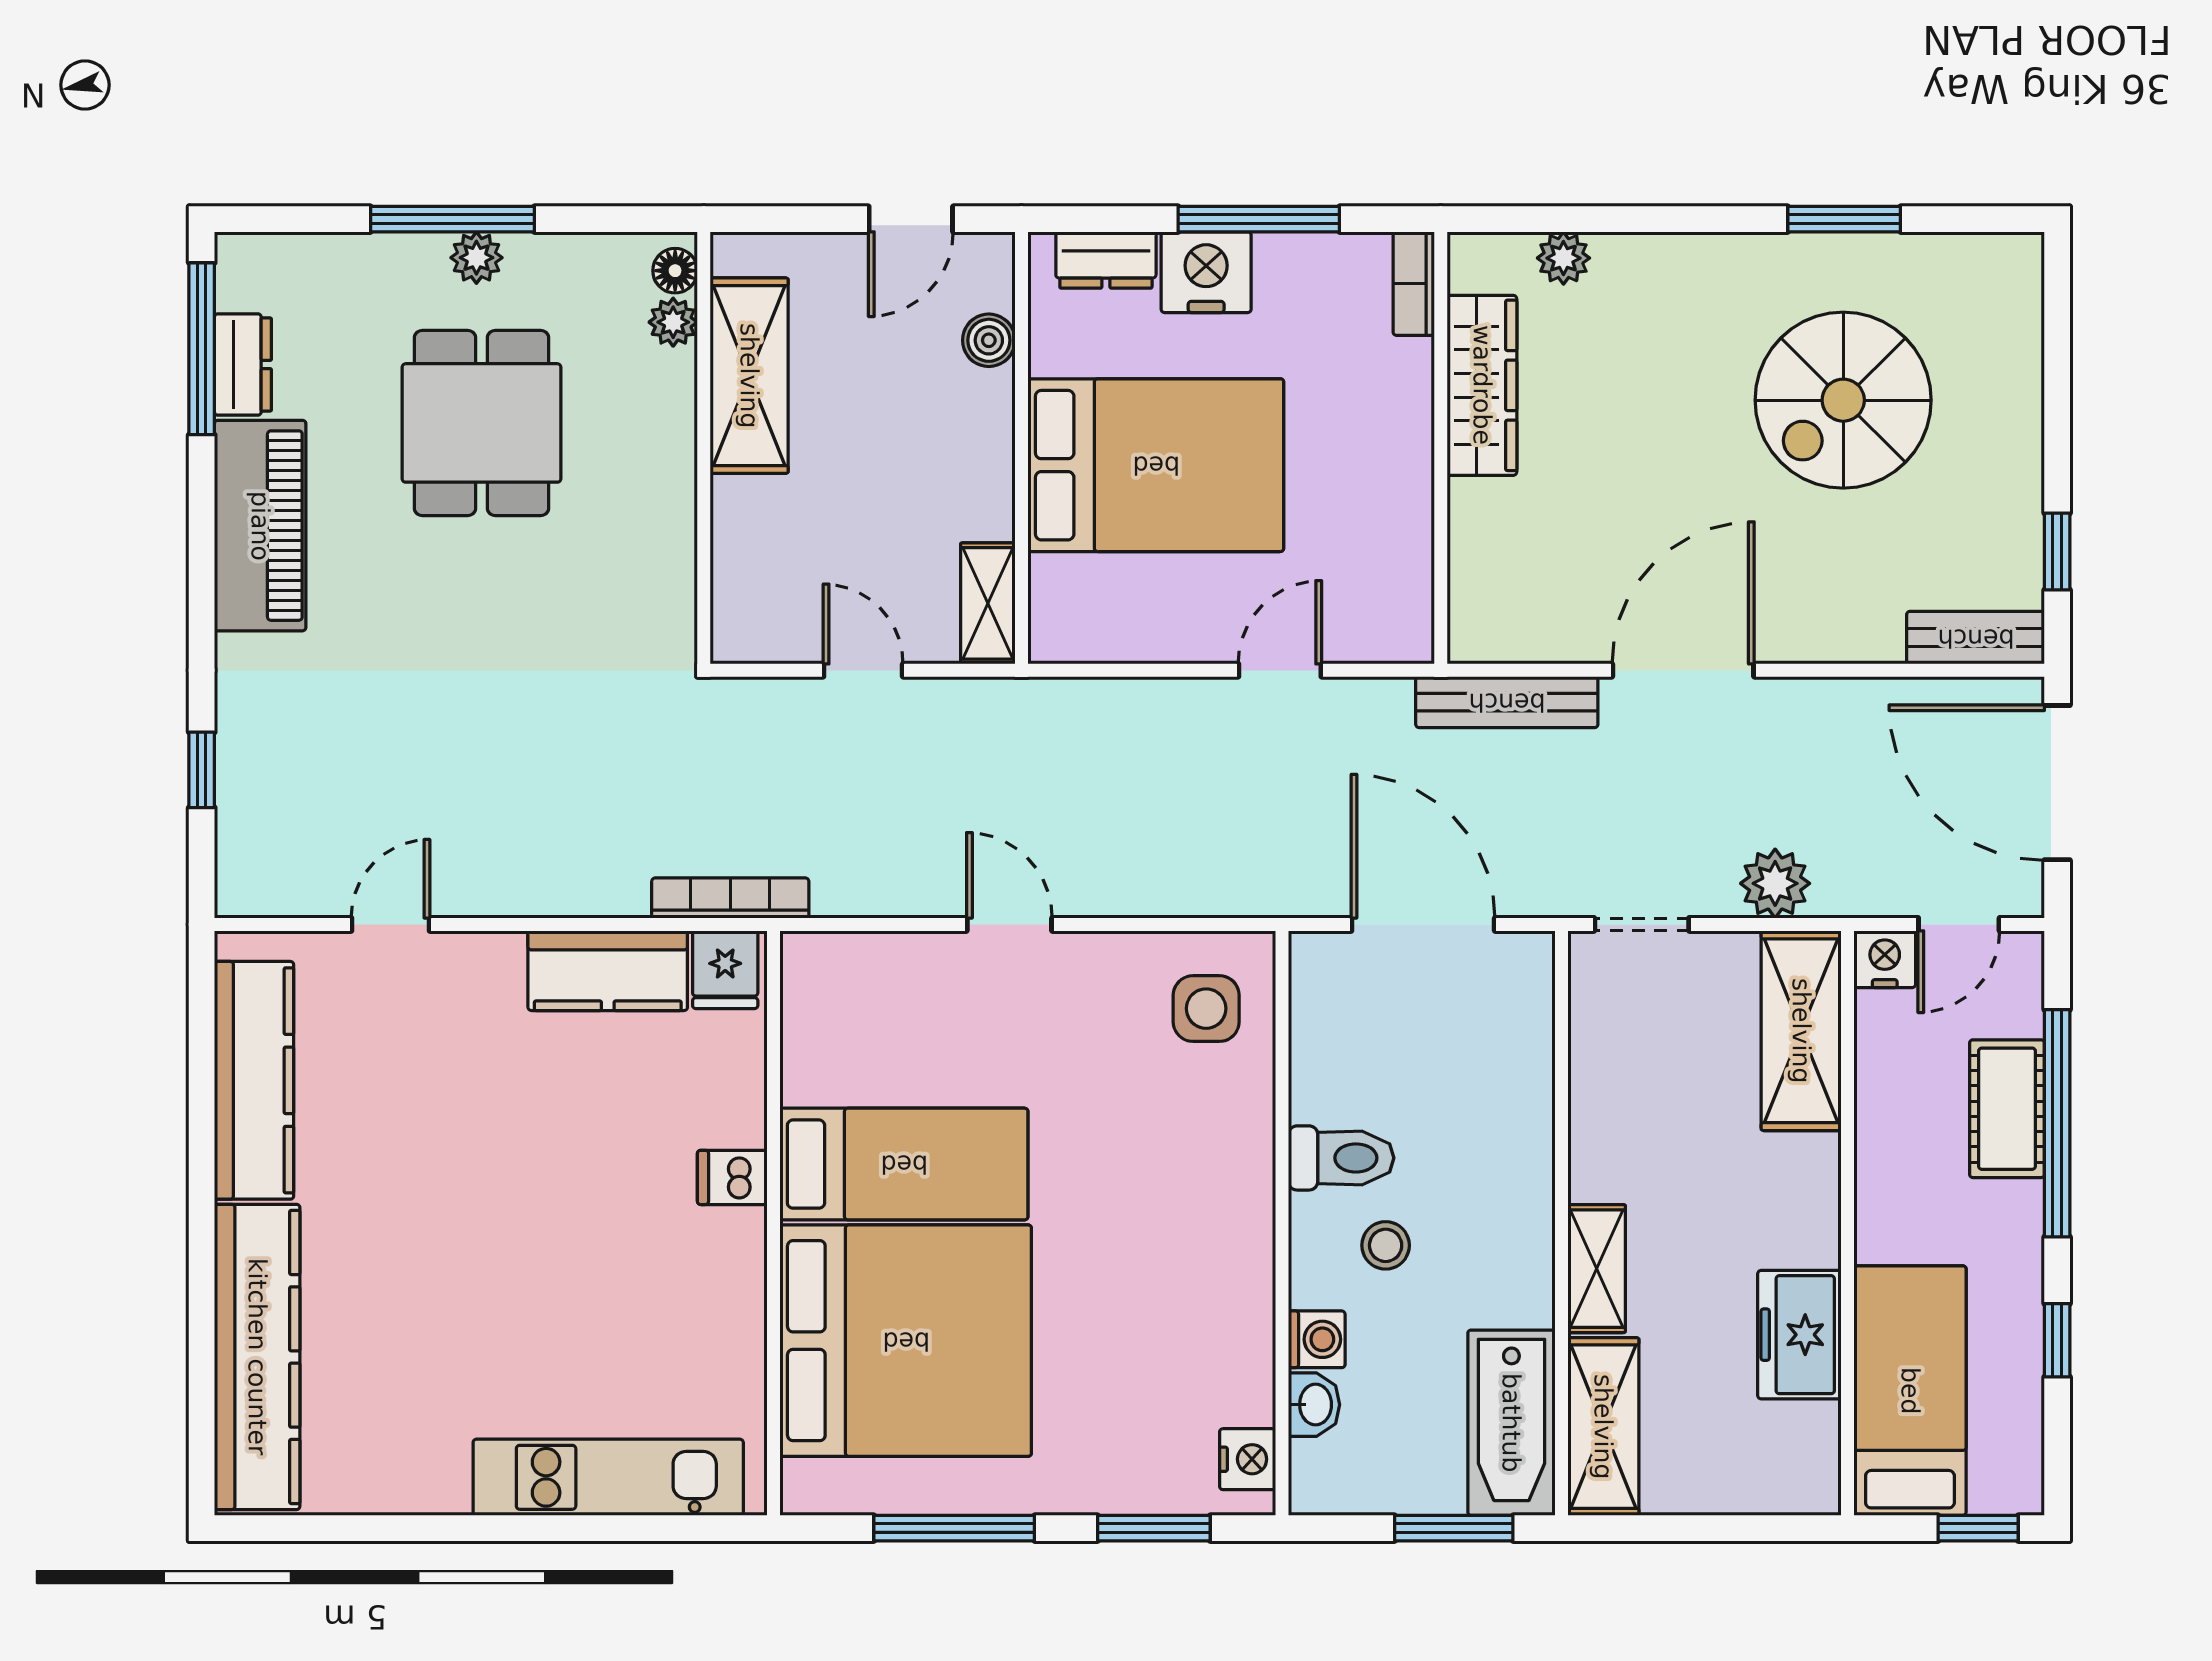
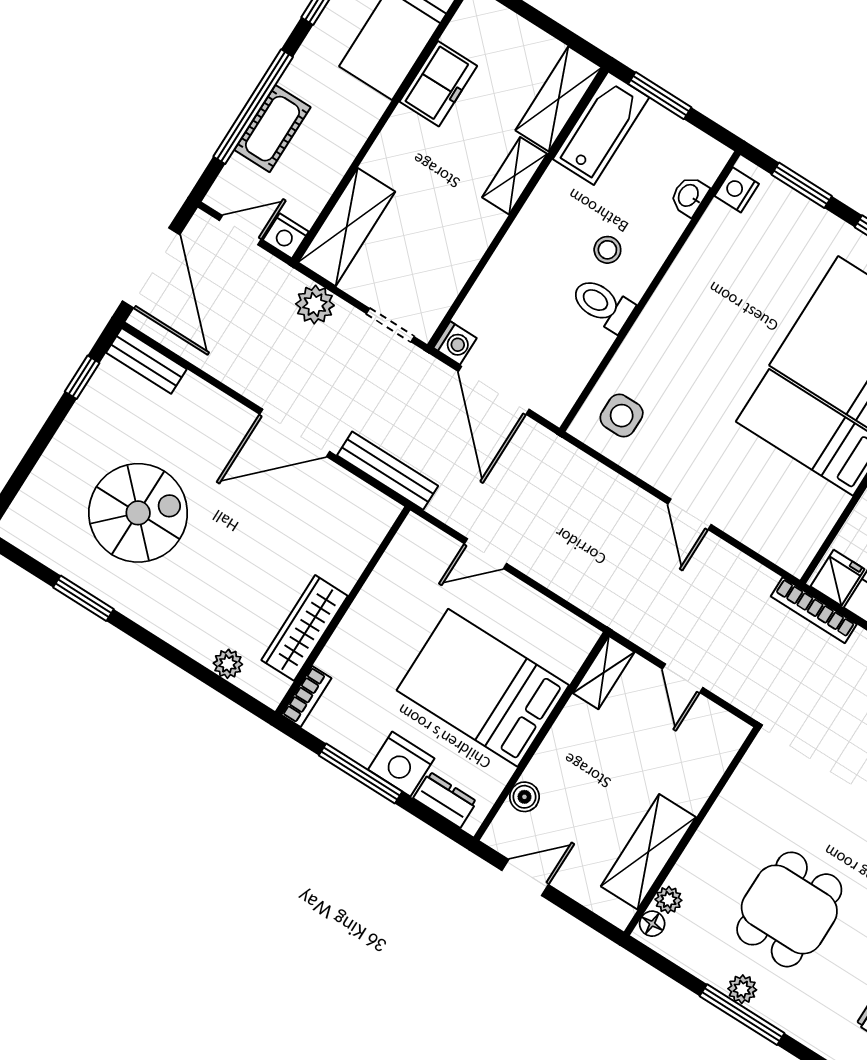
washing machine: (1317, 1339) -> (455, 343), moved, turned 180

